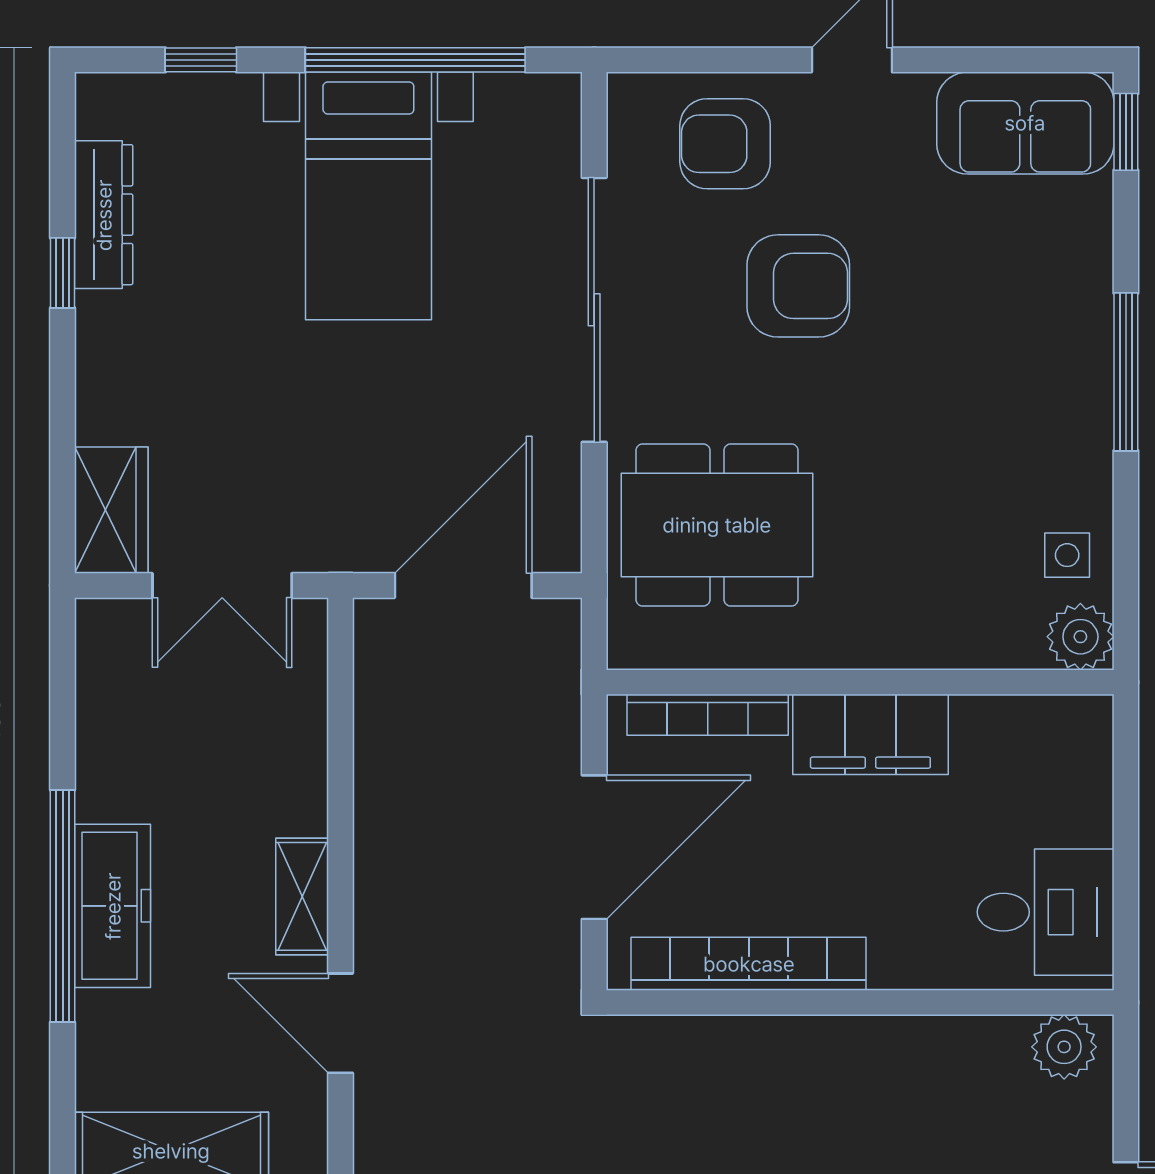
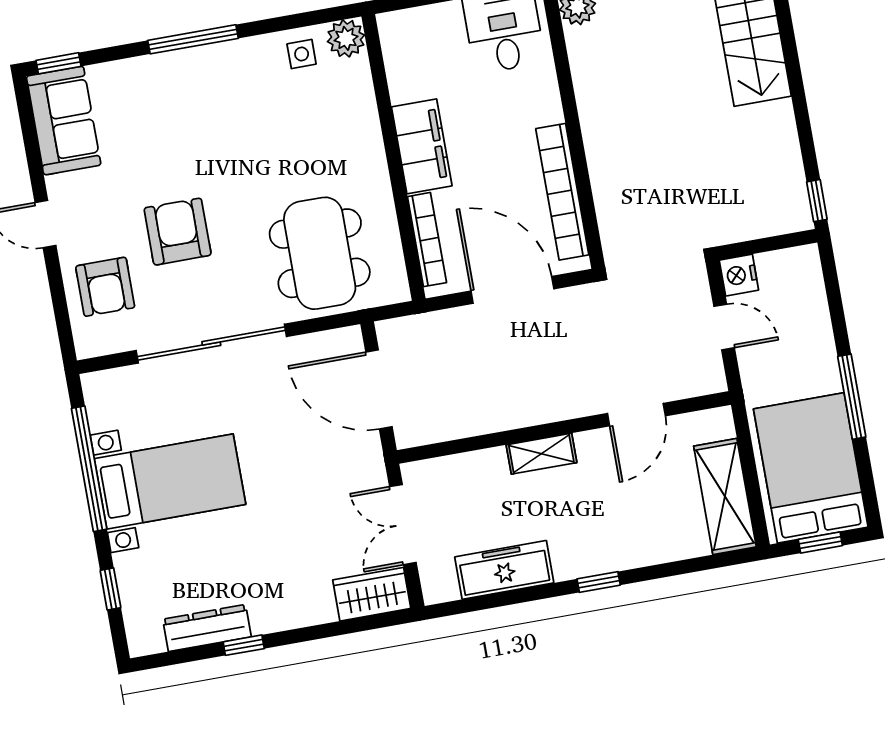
double door: (222, 585) -> (403, 525), swing flipped
shelving: (302, 896) -> (541, 454), moved
window: (63, 906) -> (599, 582), width x0.32
freezer: (113, 906) -> (504, 570), moved

